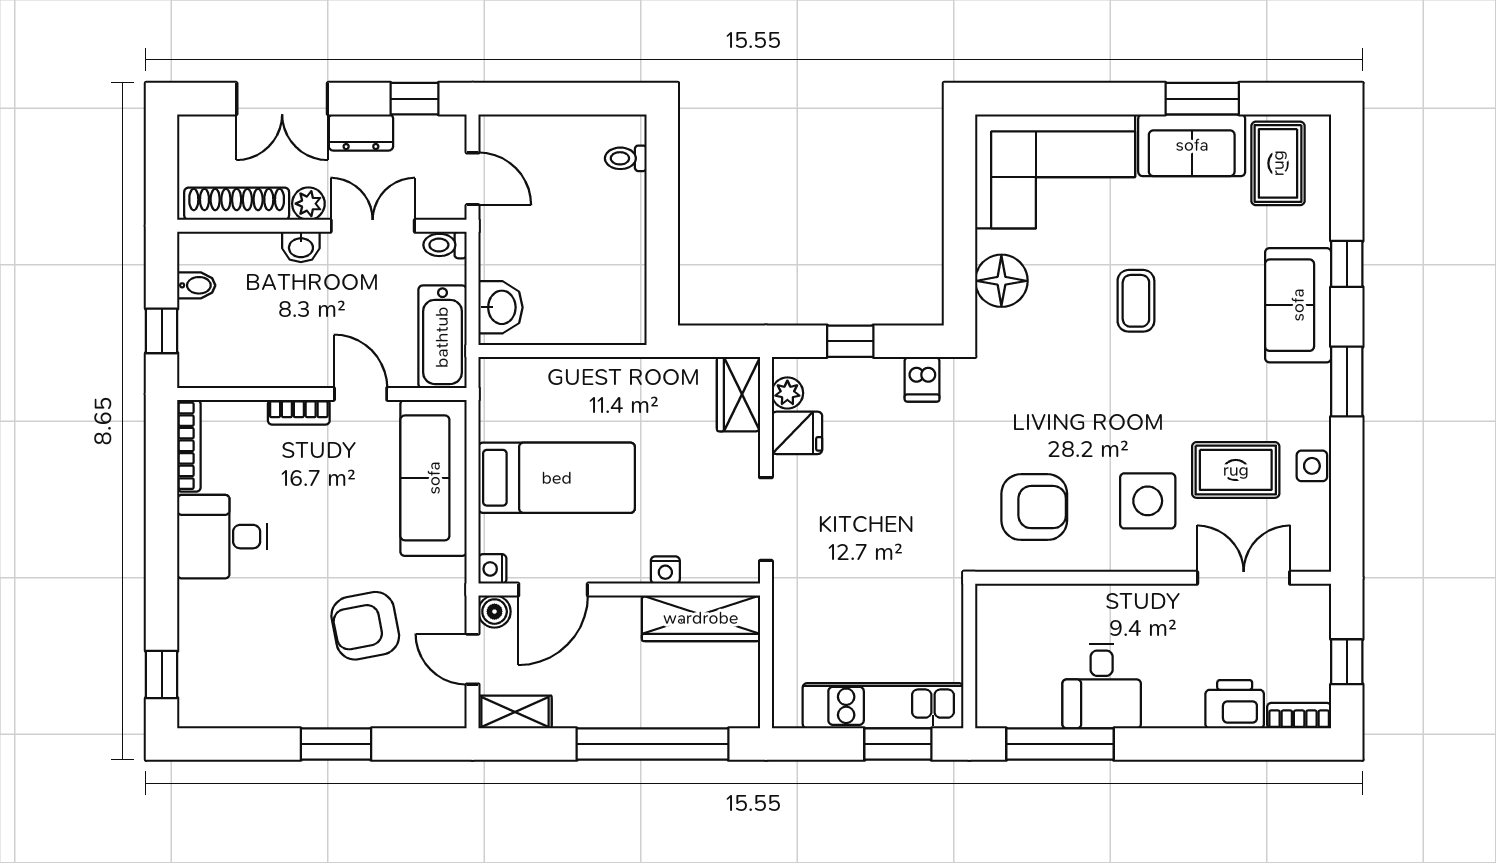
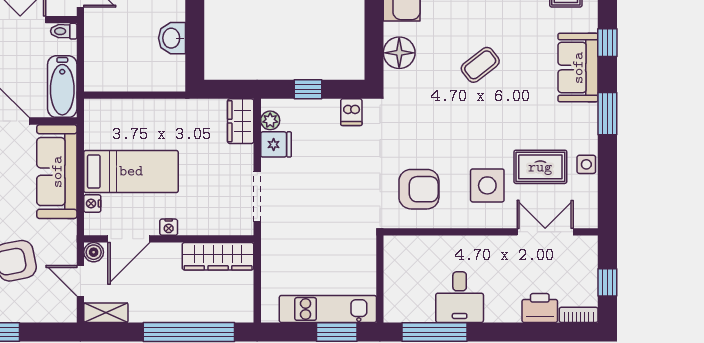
coffee table: (1136, 301) -> (480, 65), turned 52
washbasin: (500, 307) -> (172, 38), moved, turned 180
nightstand: (492, 569) -> (92, 204), moved
nightstand: (665, 570) -> (169, 227), moved

